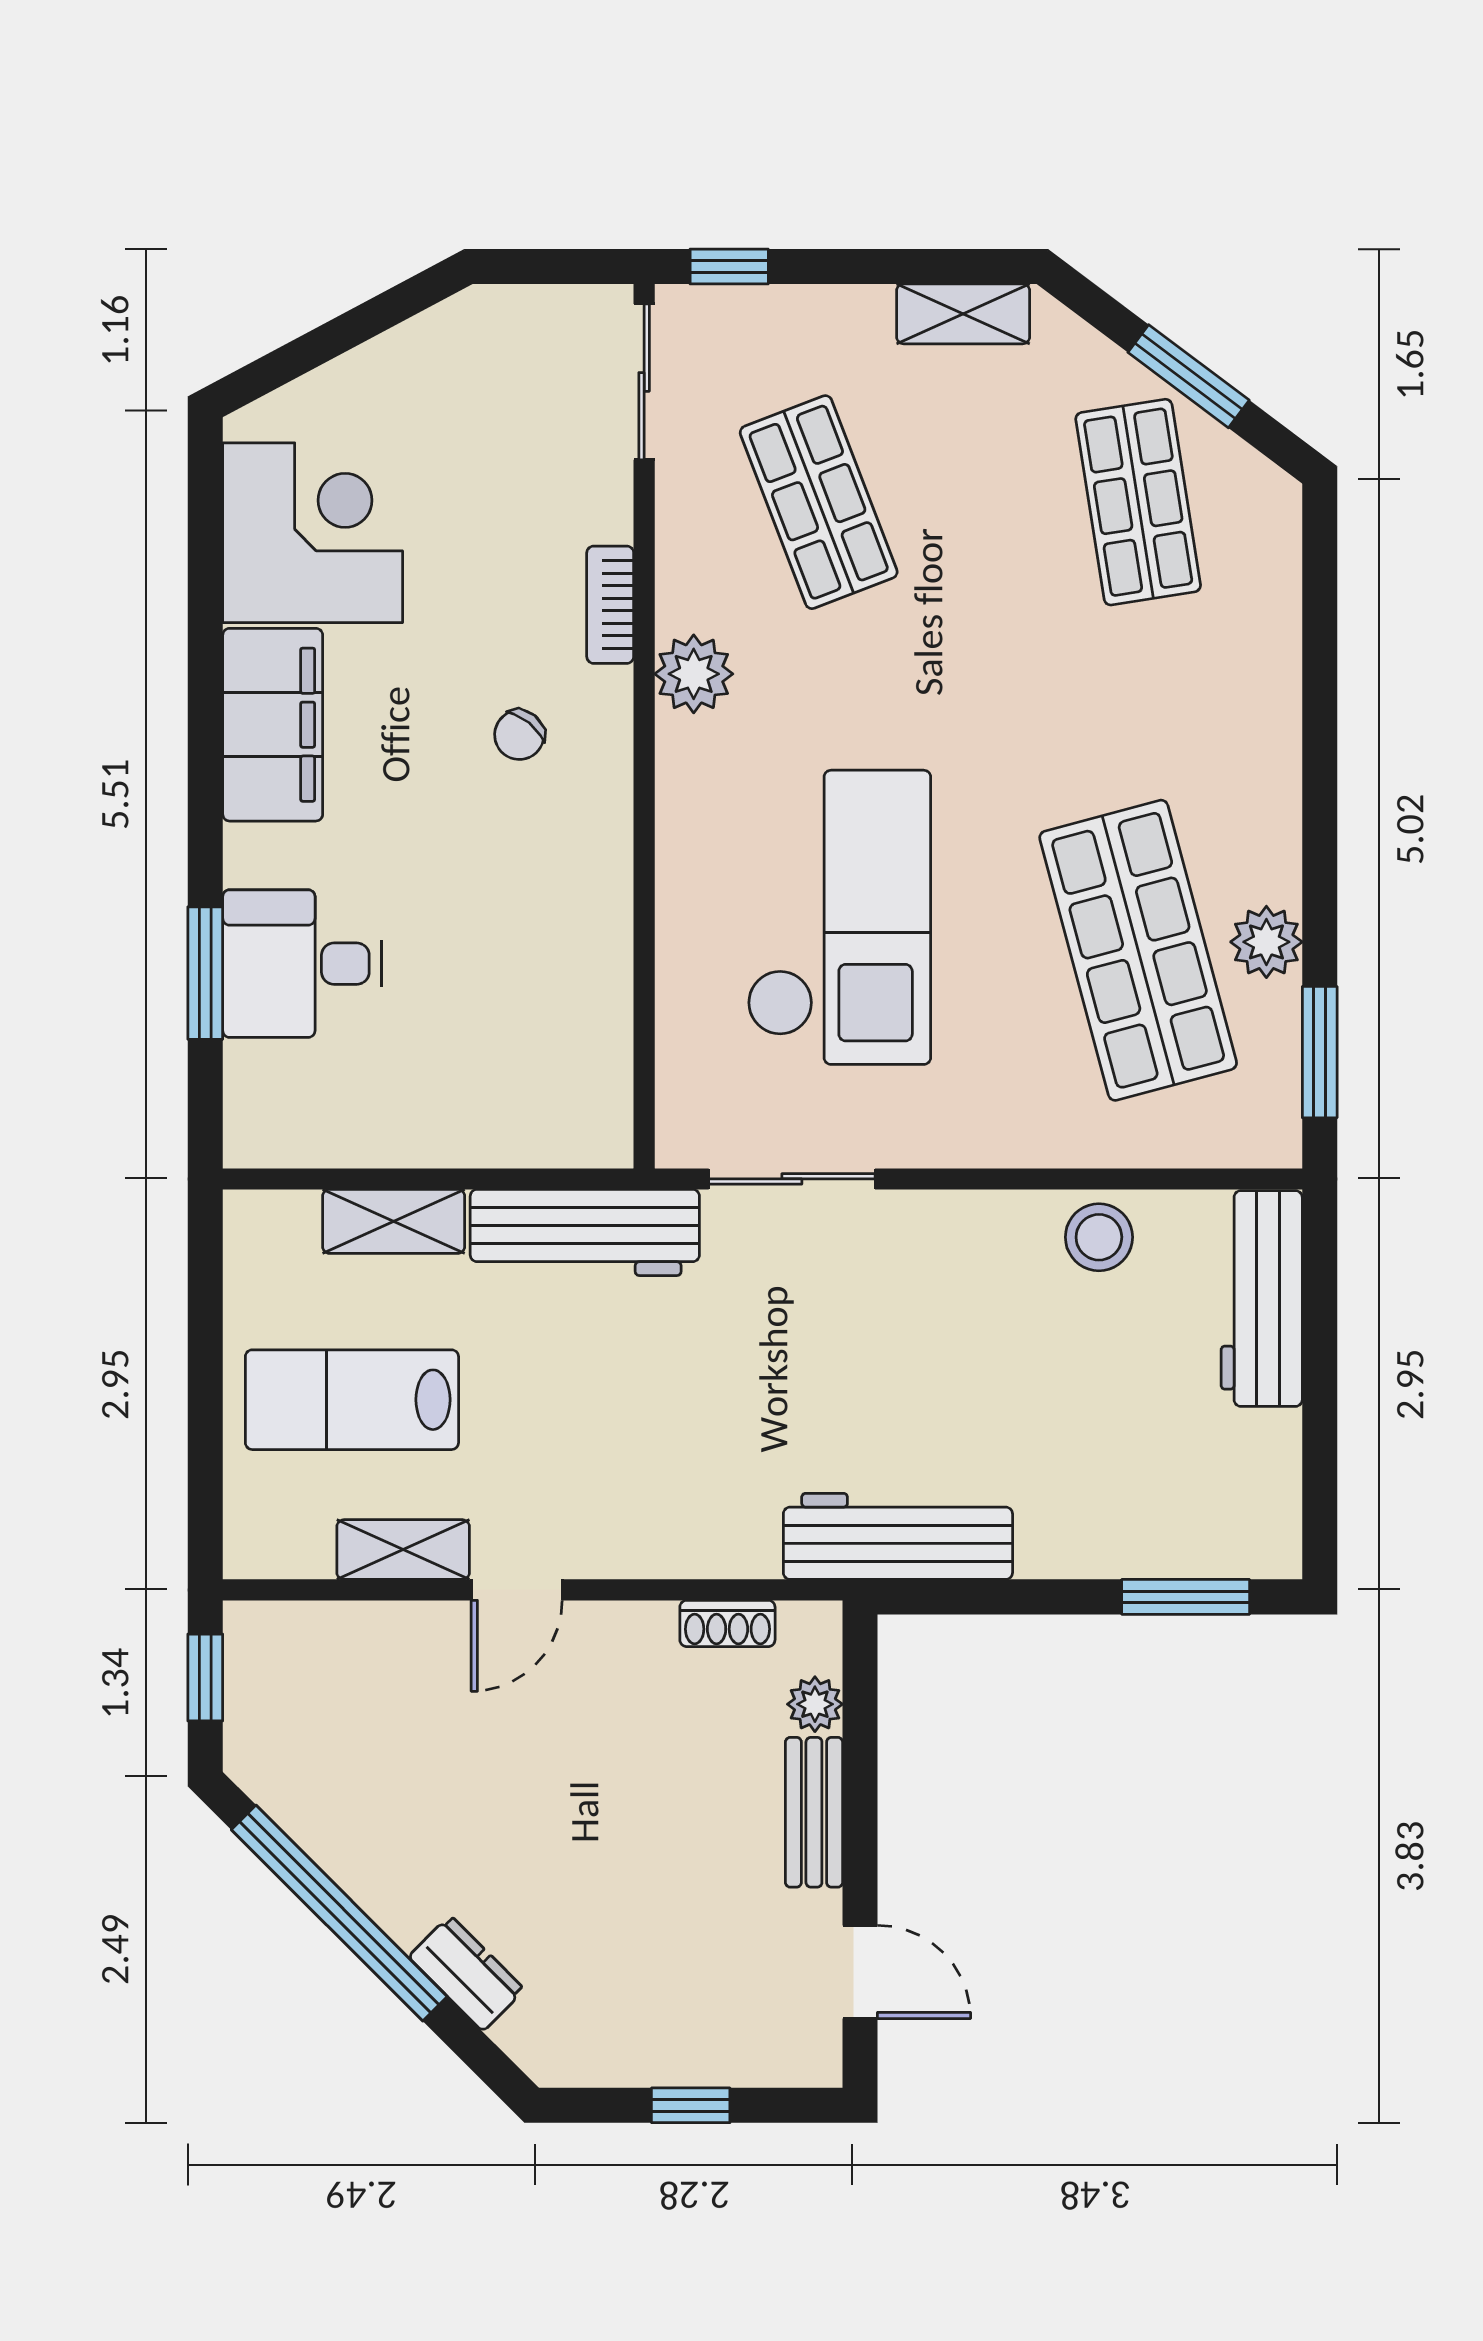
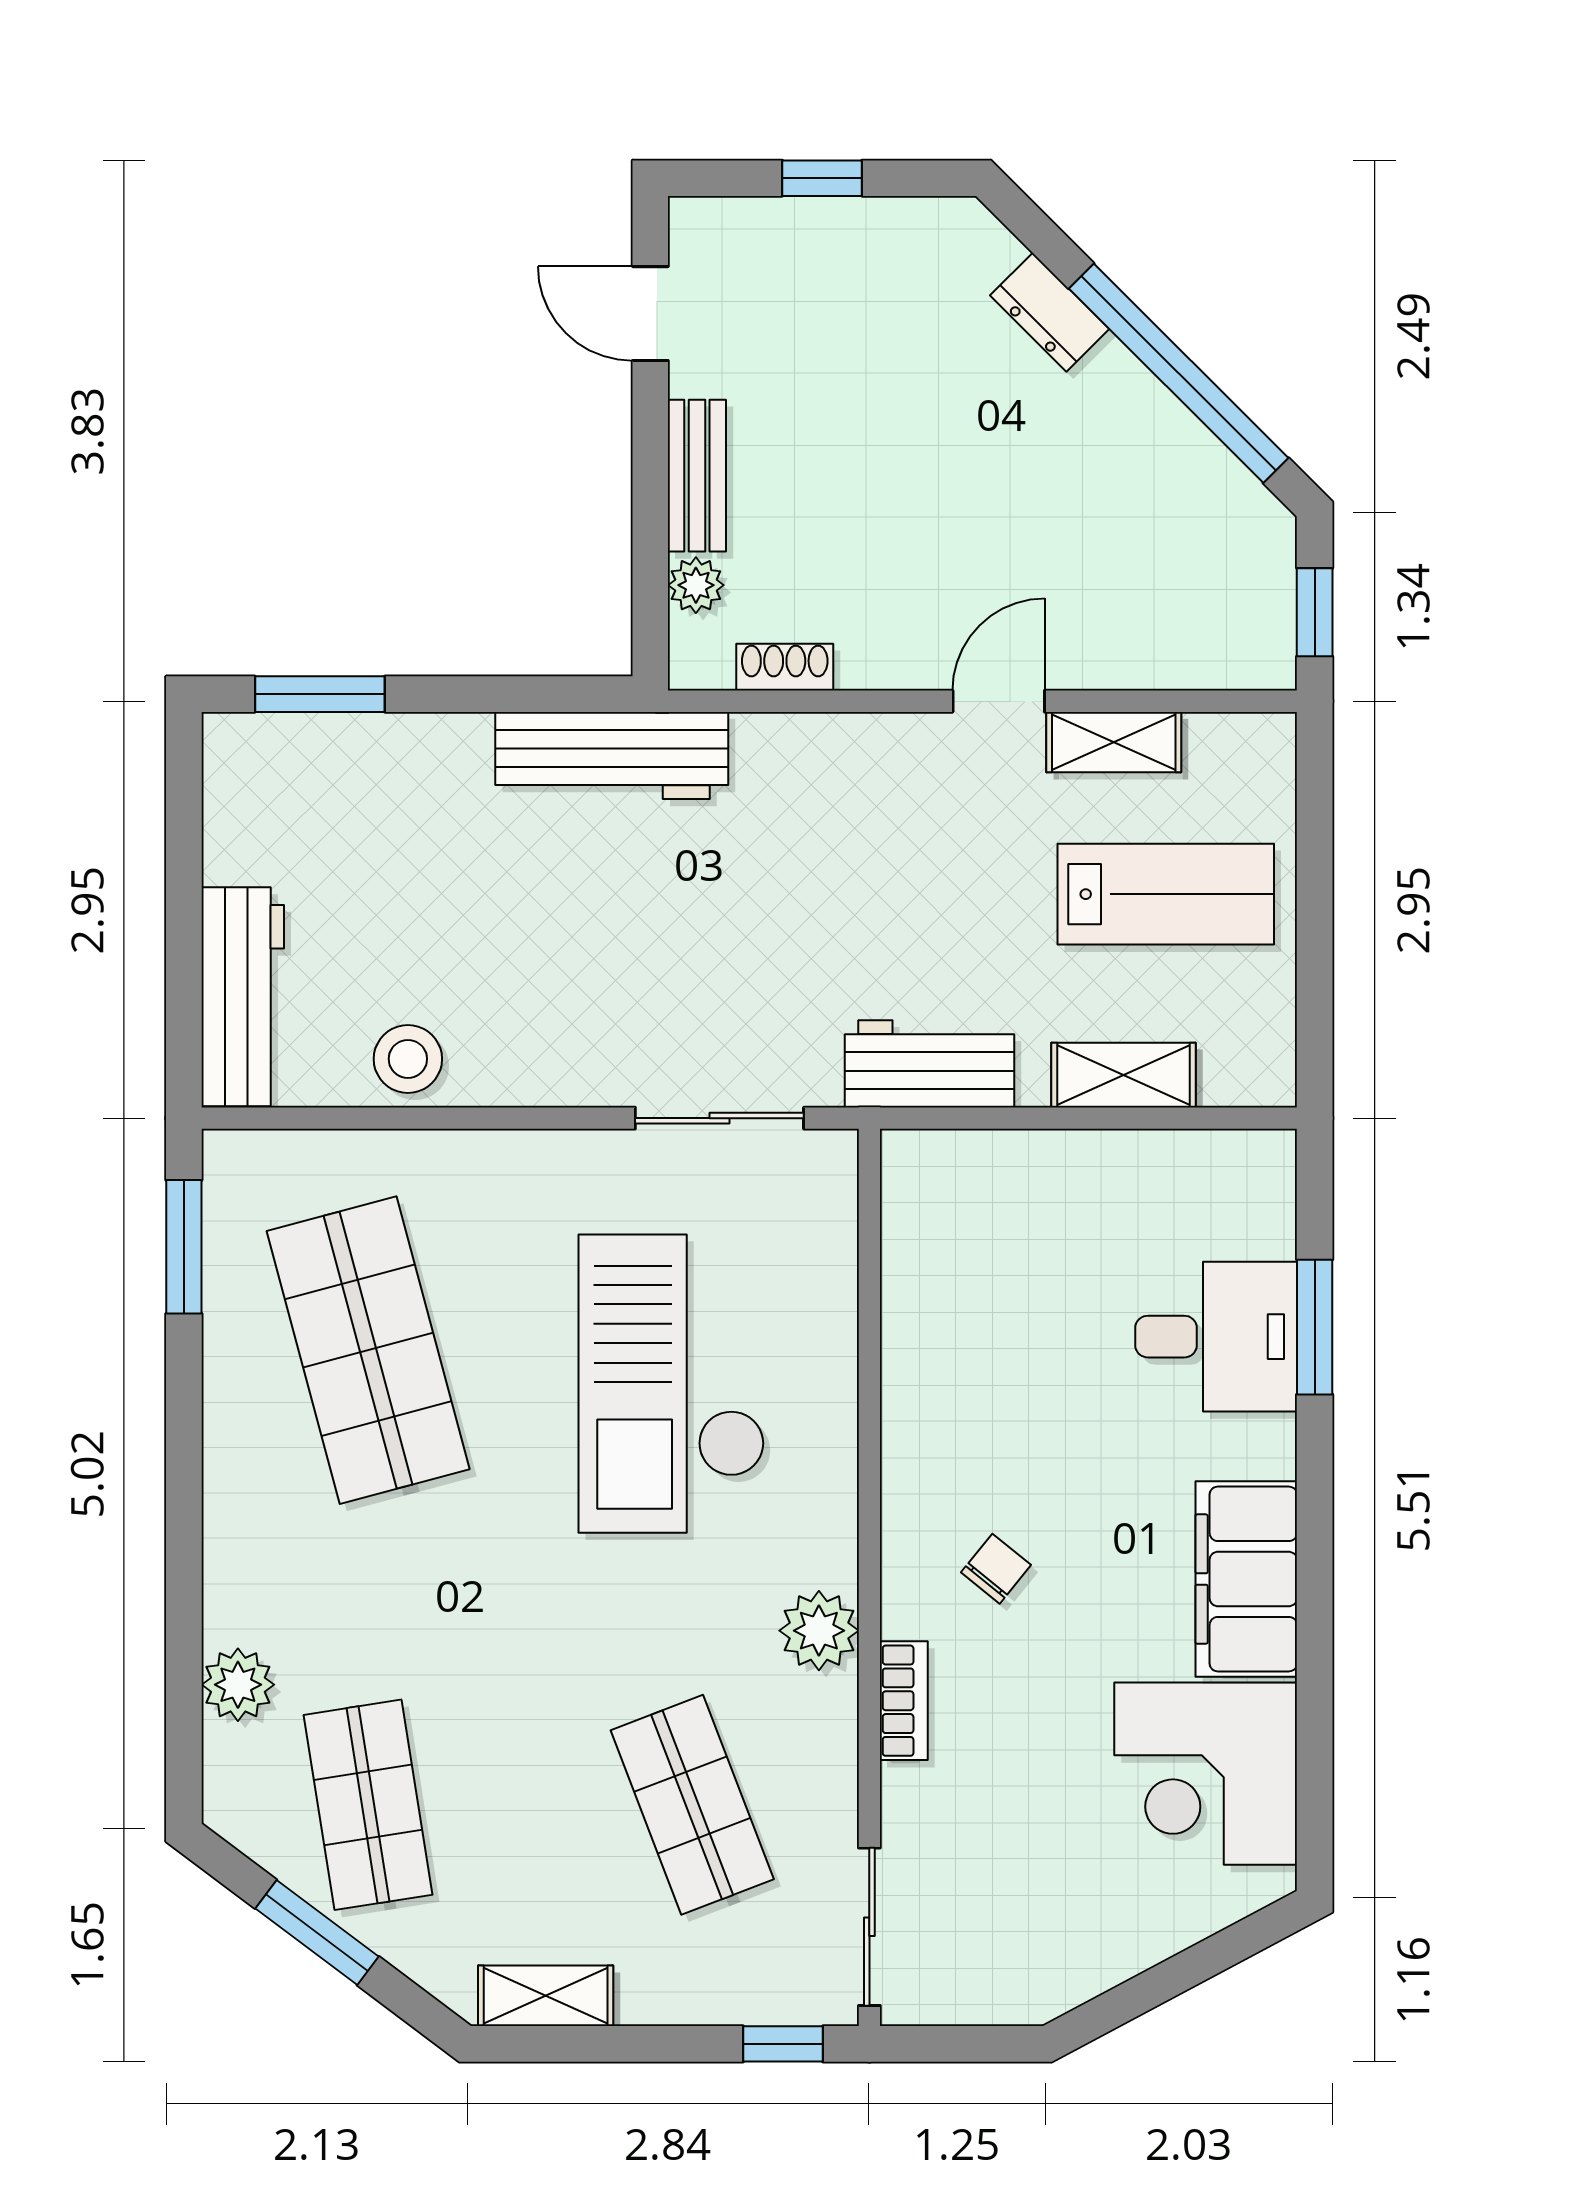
plant: (1266, 942) -> (238, 1685), moved
workbench: (585, 1232) -> (930, 1064), width x0.73

